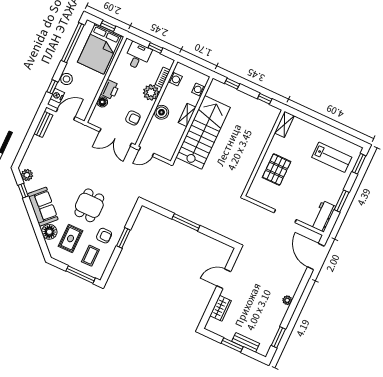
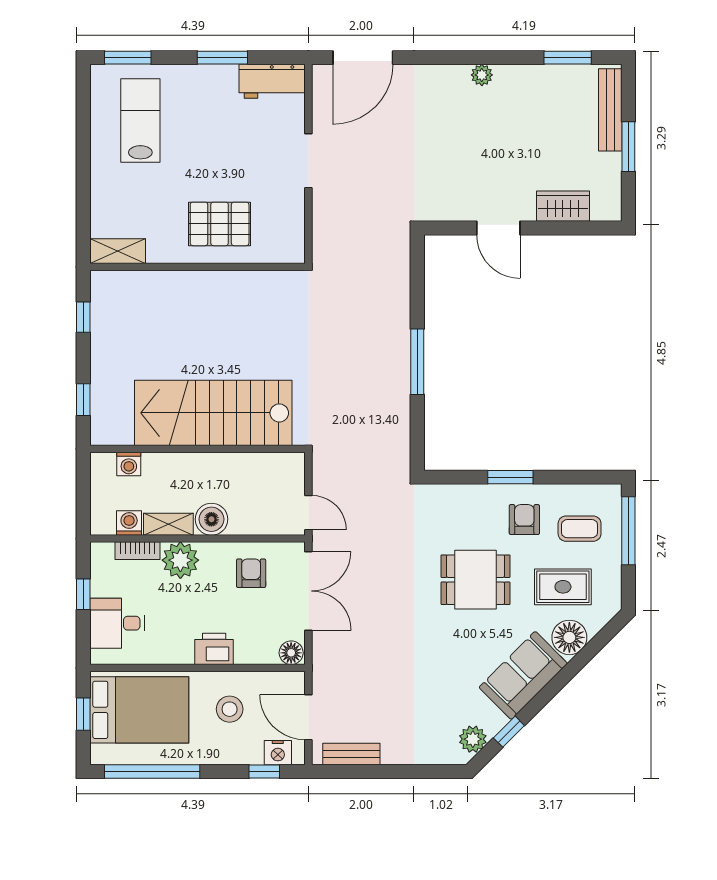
stool: (66, 79) -> (230, 709), moved
floor lamp: (102, 102) -> (291, 653), moved
shelving: (187, 115) -> (168, 524), moved
bench: (246, 342) -> (610, 110), width x1.36

